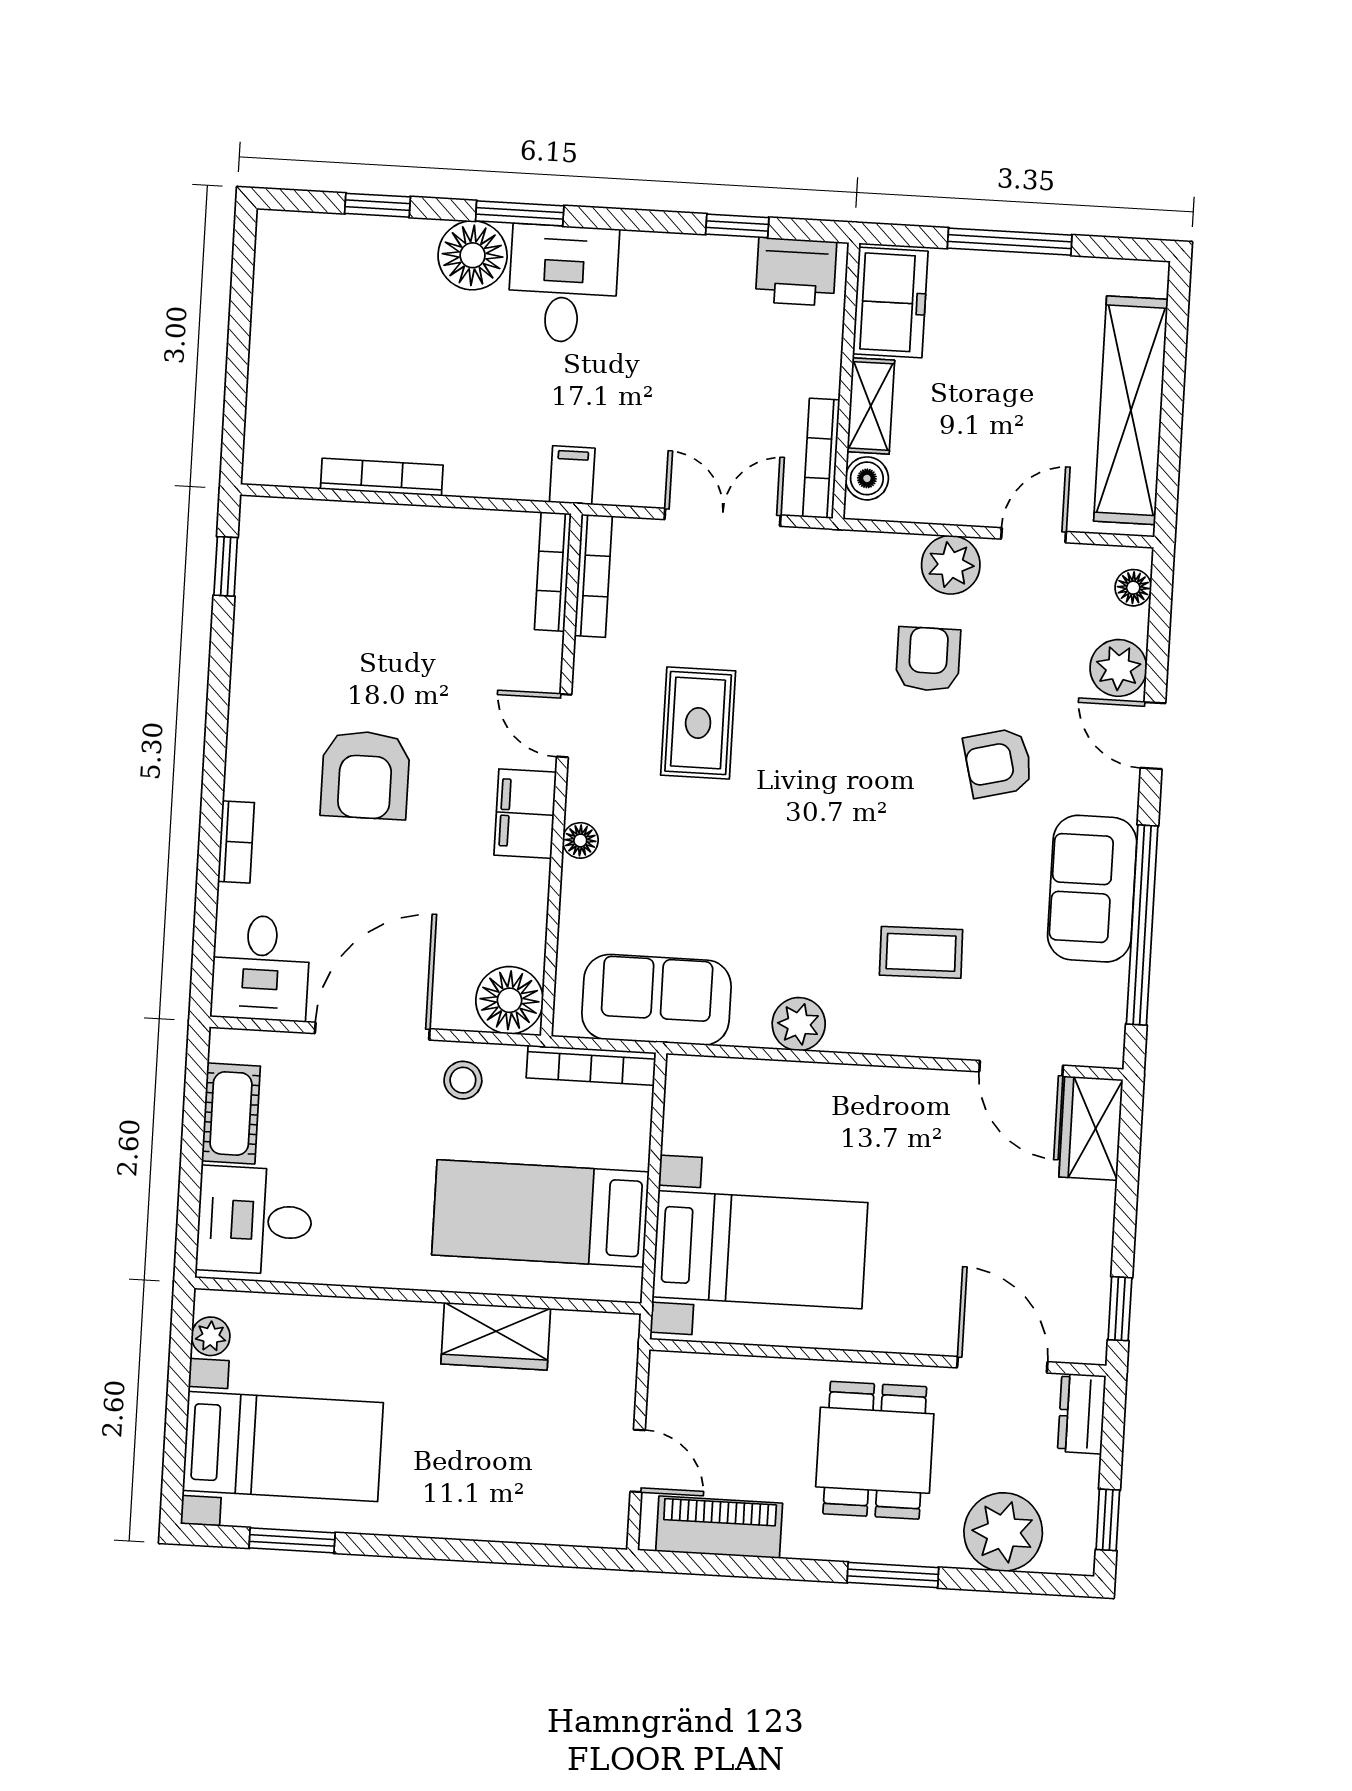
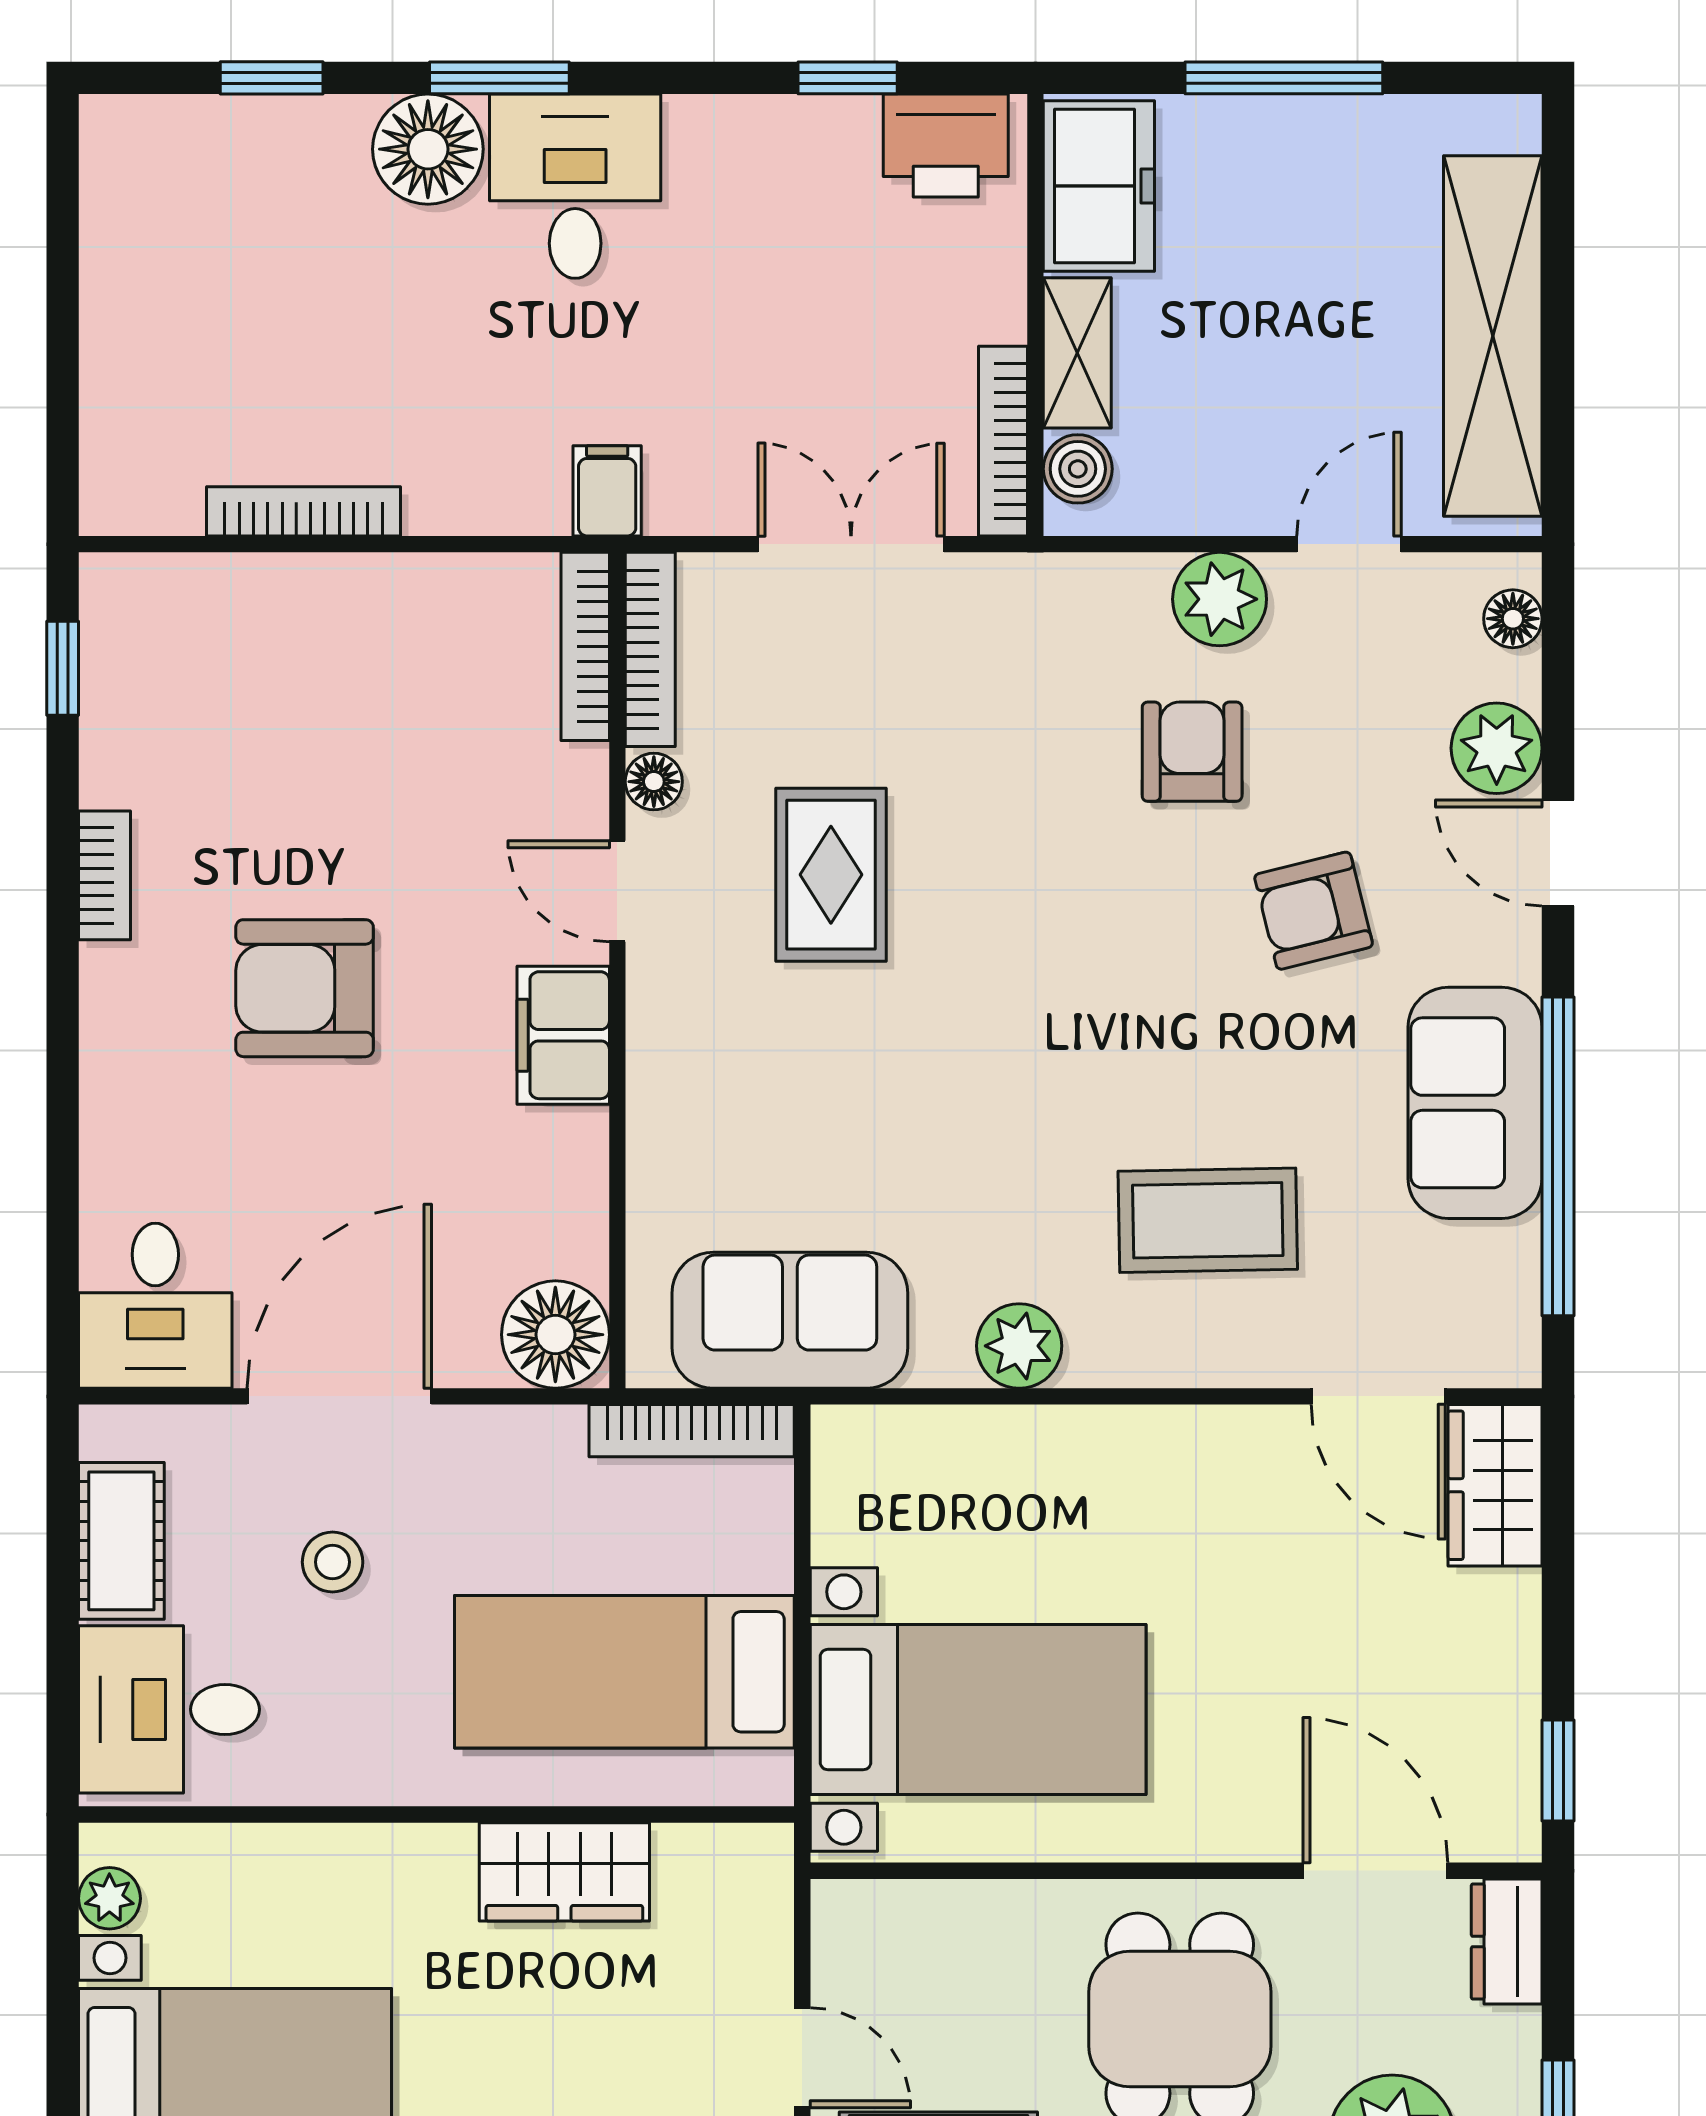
armchair: (365, 775) -> (305, 988), turned 90
floor lamp: (580, 840) -> (654, 782), moved
bookcase: (236, 842) -> (104, 875), moved
coffee table: (921, 952) -> (1208, 1220), width x1.36, depth x1.30
stool: (463, 1080) -> (333, 1562), moved

